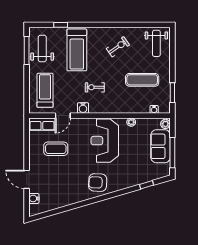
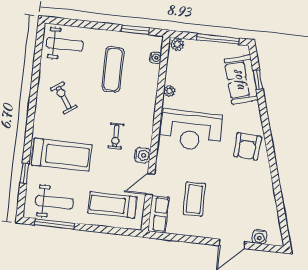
weight bench: (42, 49) -> (54, 202), turned 180
door: (63, 116) -> (150, 184), swing flipped
sofa: (161, 146) -> (241, 79), moved, turned 74

